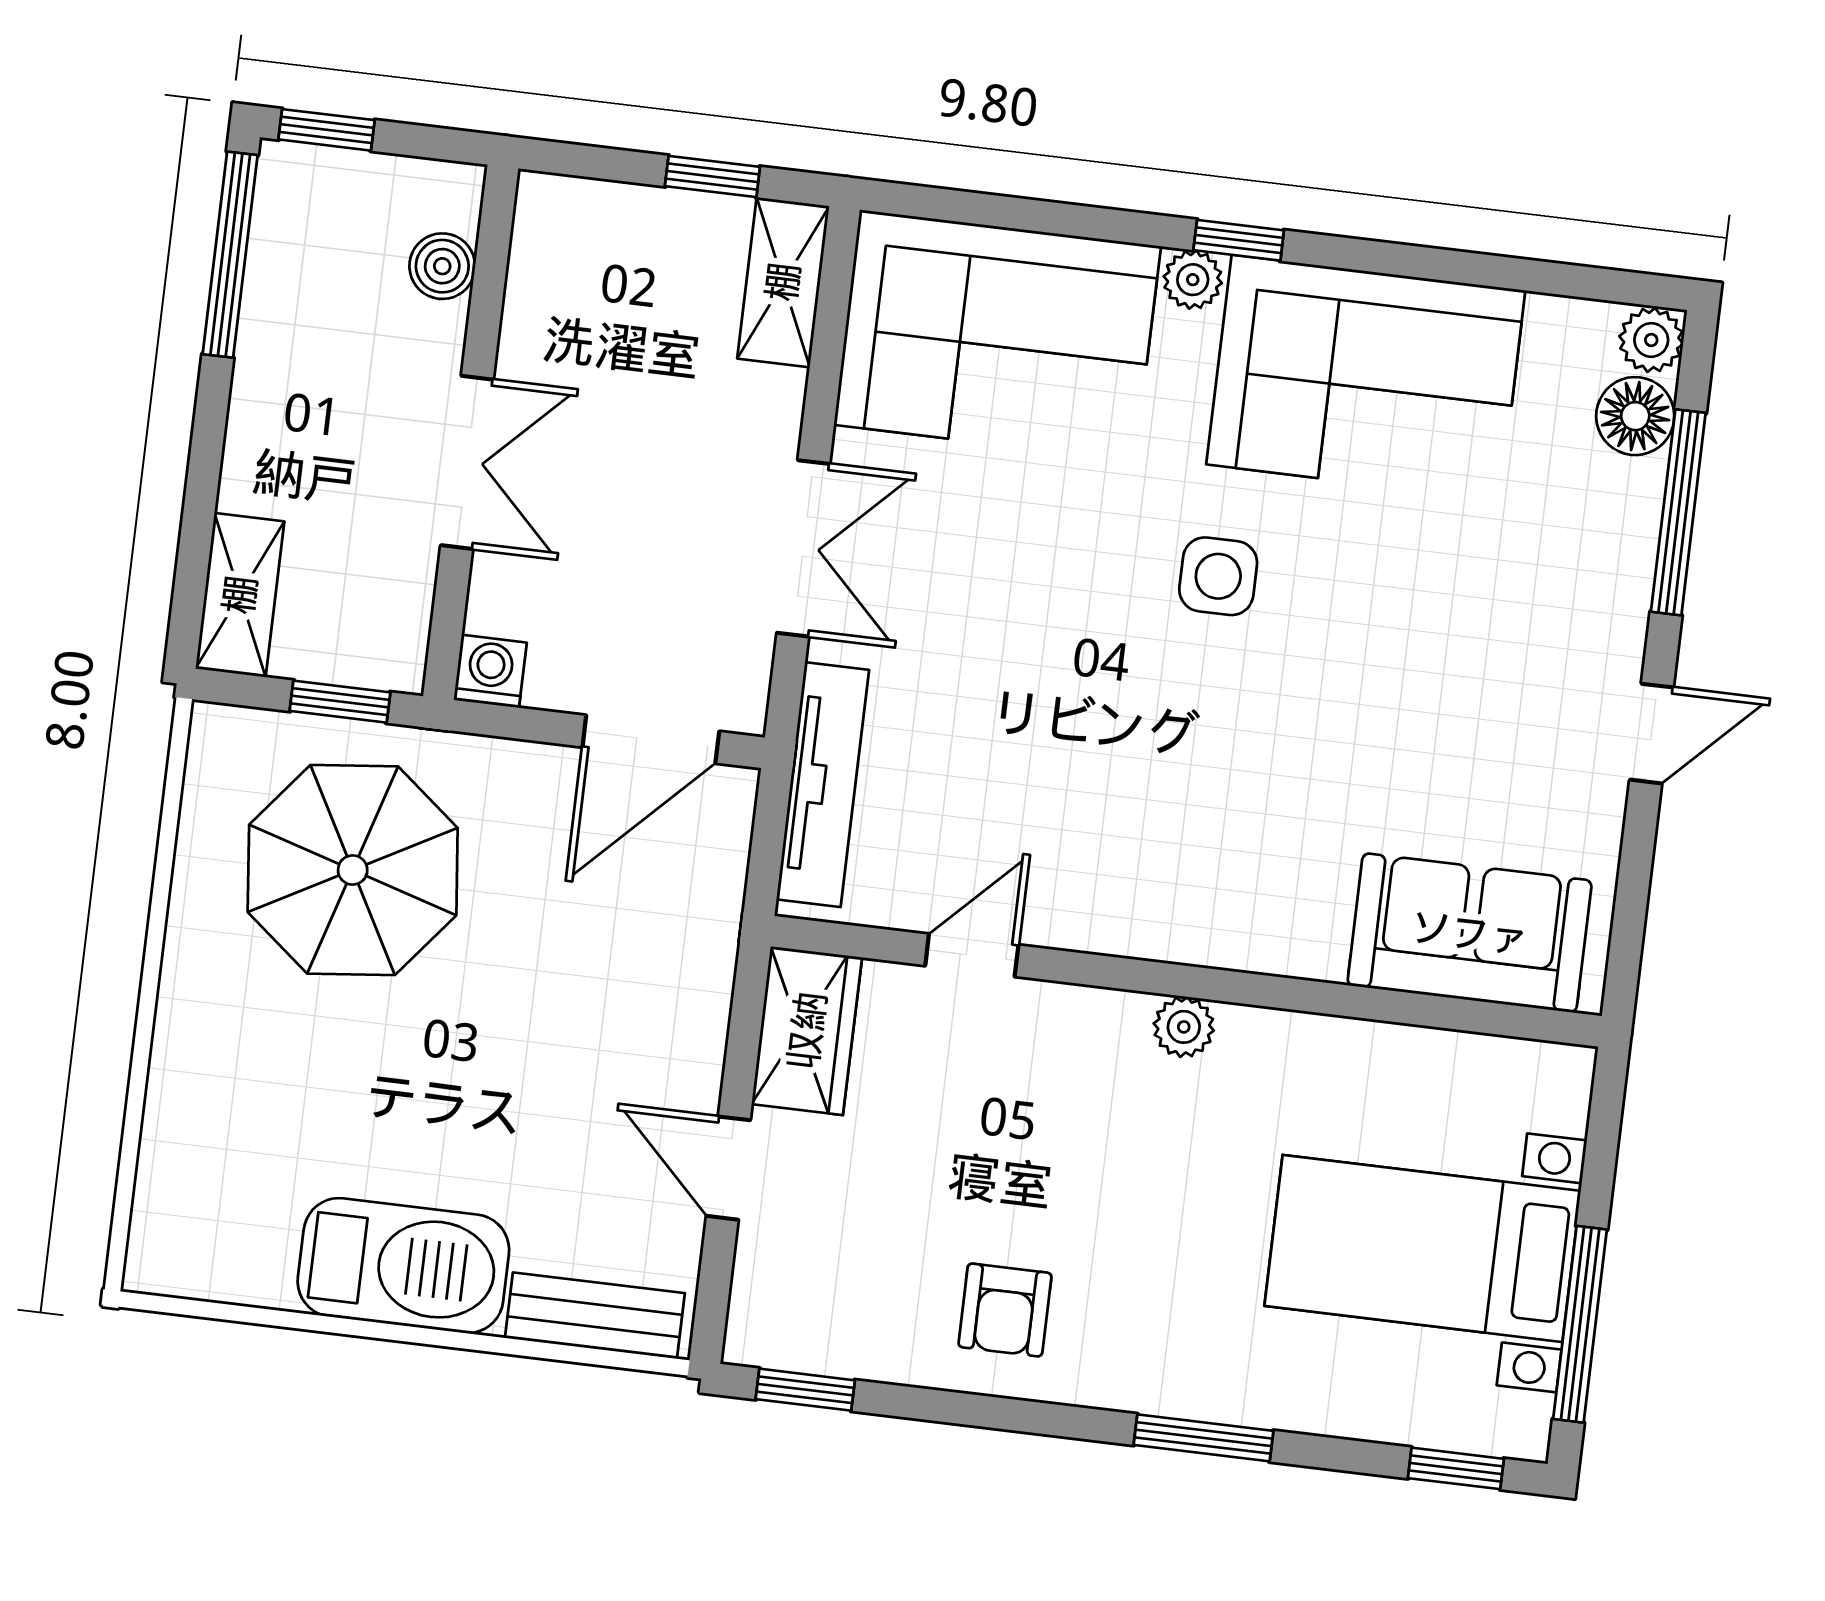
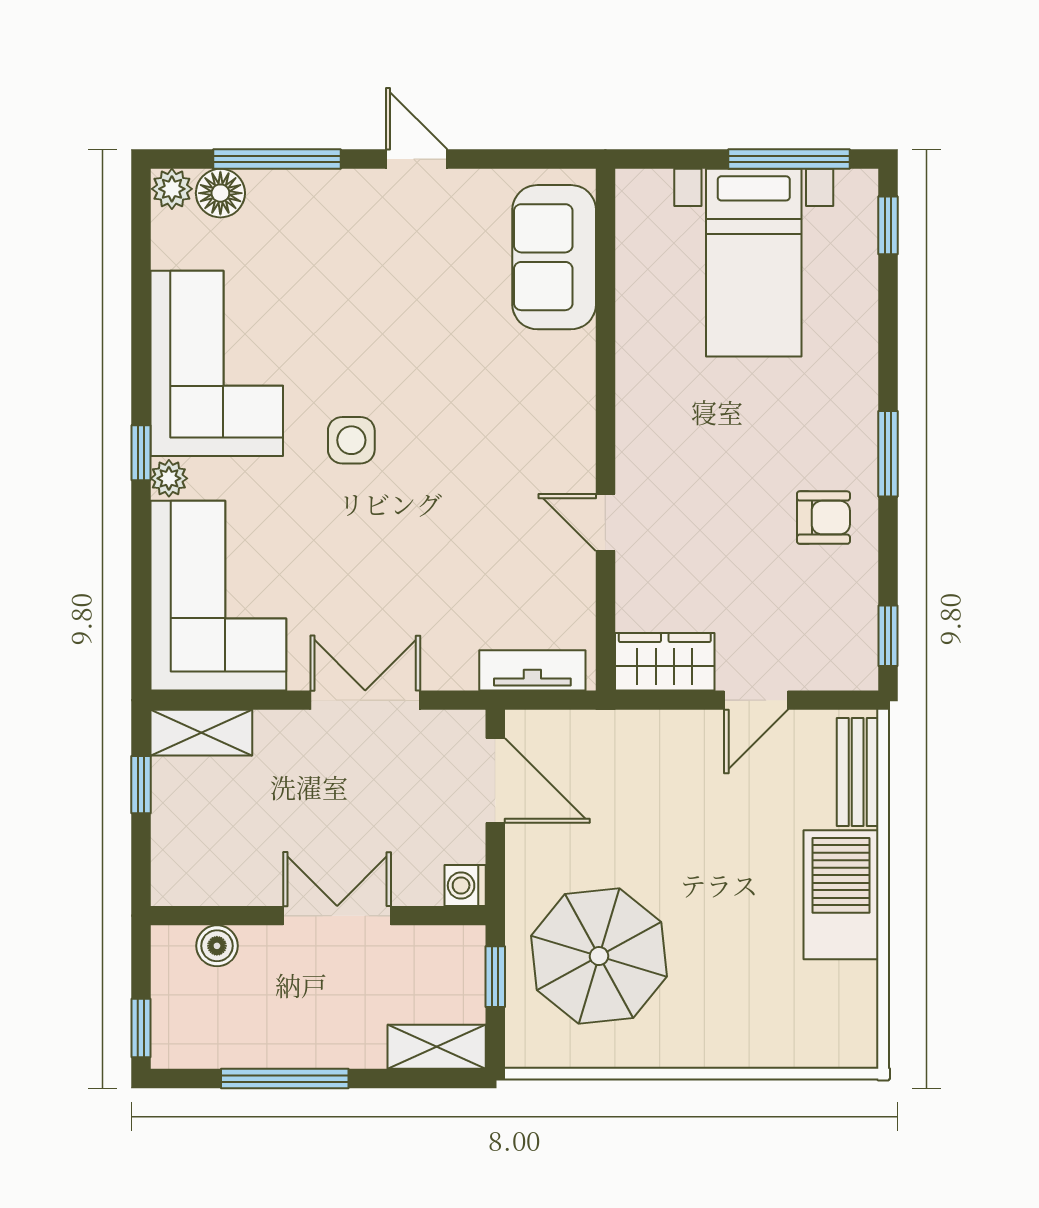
window: (230, 255) -> (285, 1078), moved
tv unit: (823, 785) -> (532, 670), width x0.71
door: (972, 955) -> (605, 523), moved
plant: (1184, 1027) -> (634, 428), removed
window: (1203, 1438) -> (888, 454), moved

